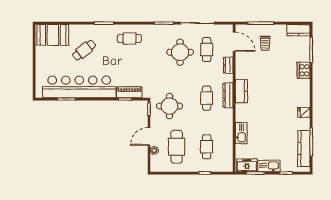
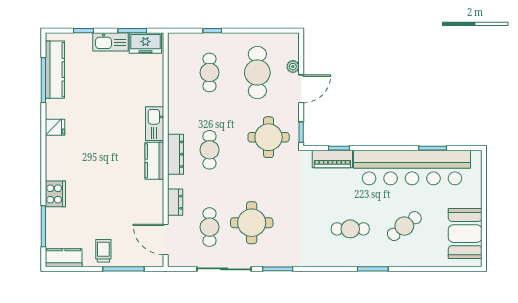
booth: (53, 35) -> (465, 234), moved, turned 90
cafe table: (129, 38) -> (350, 229), moved
trolley: (265, 43) -> (103, 251), moved
kitchen sink: (241, 133) -> (155, 124), moved

